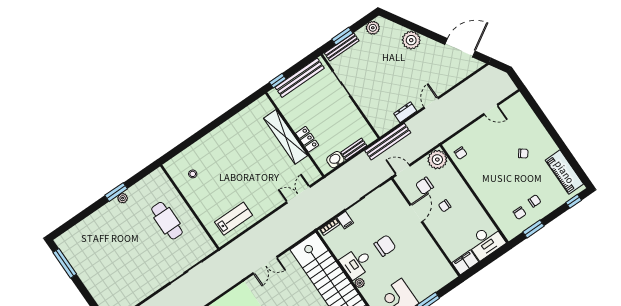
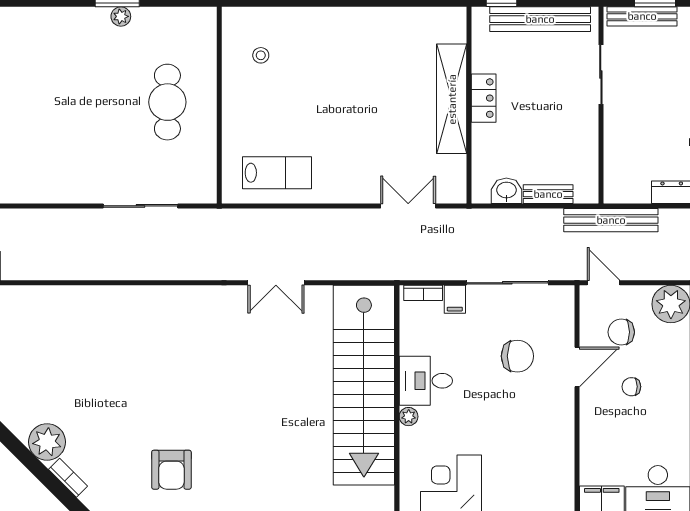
locker: (307, 139) -> (484, 98), moved
chair: (385, 246) -> (517, 356), moved

